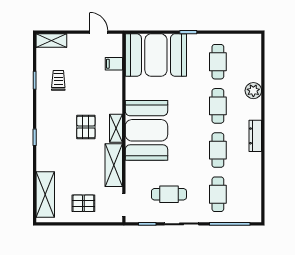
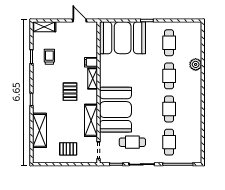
filing cabinet: (114, 64) -> (91, 62), moved
shelving: (116, 128) -> (93, 79), moved
booth: (146, 130) -> (115, 110), moved
dresser: (255, 136) -> (197, 98), removed
shelving: (45, 195) -> (40, 130), moved

